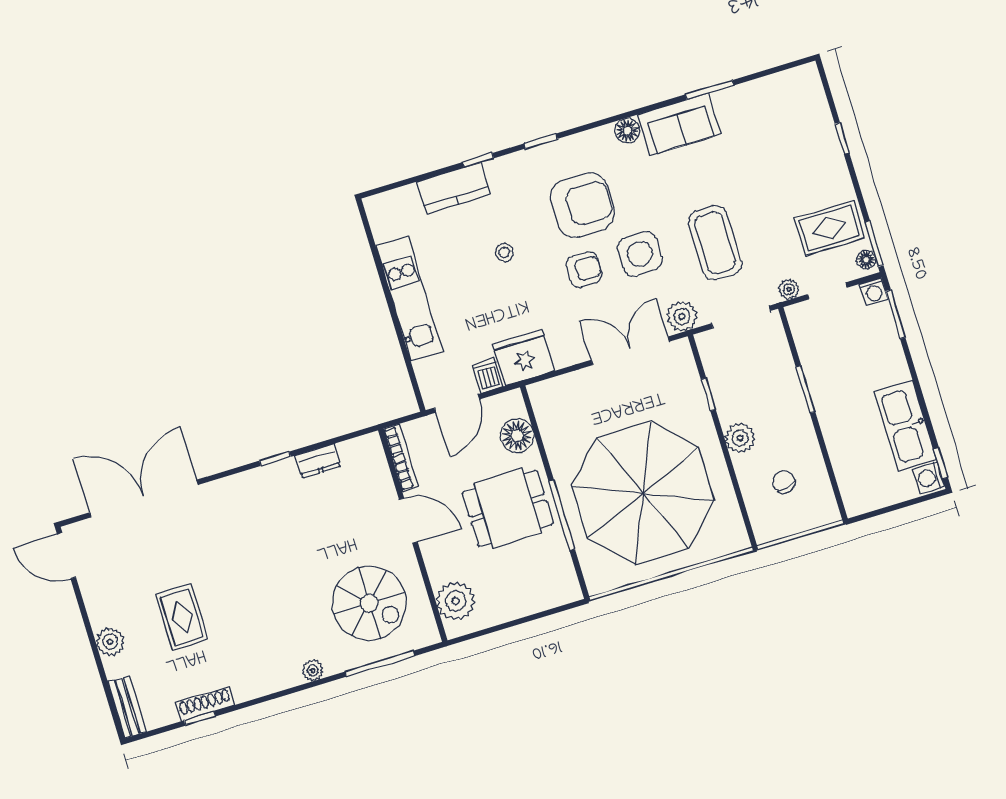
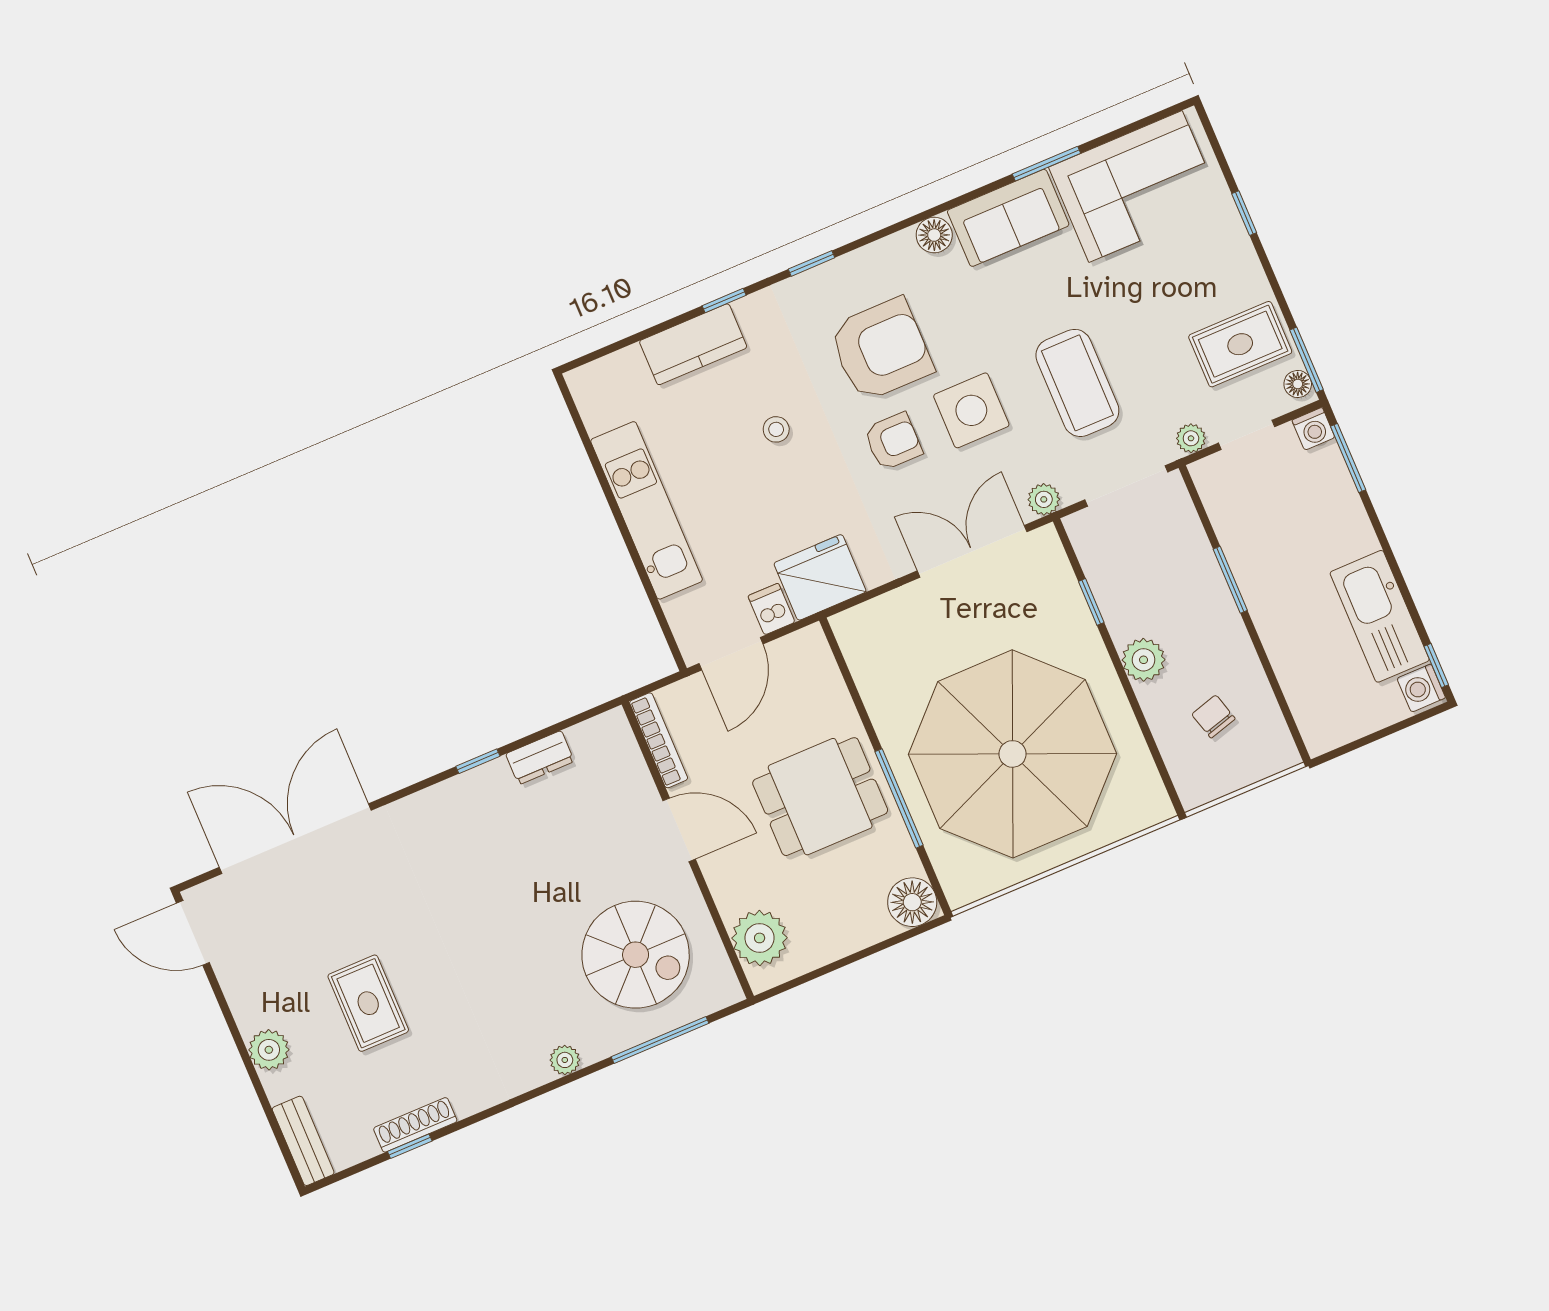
corner sofa: (769, 112) -> (1136, 186), added
plant: (682, 316) -> (1044, 499), width x0.73, depth x0.73
floor lamp: (517, 436) -> (912, 902), moved

